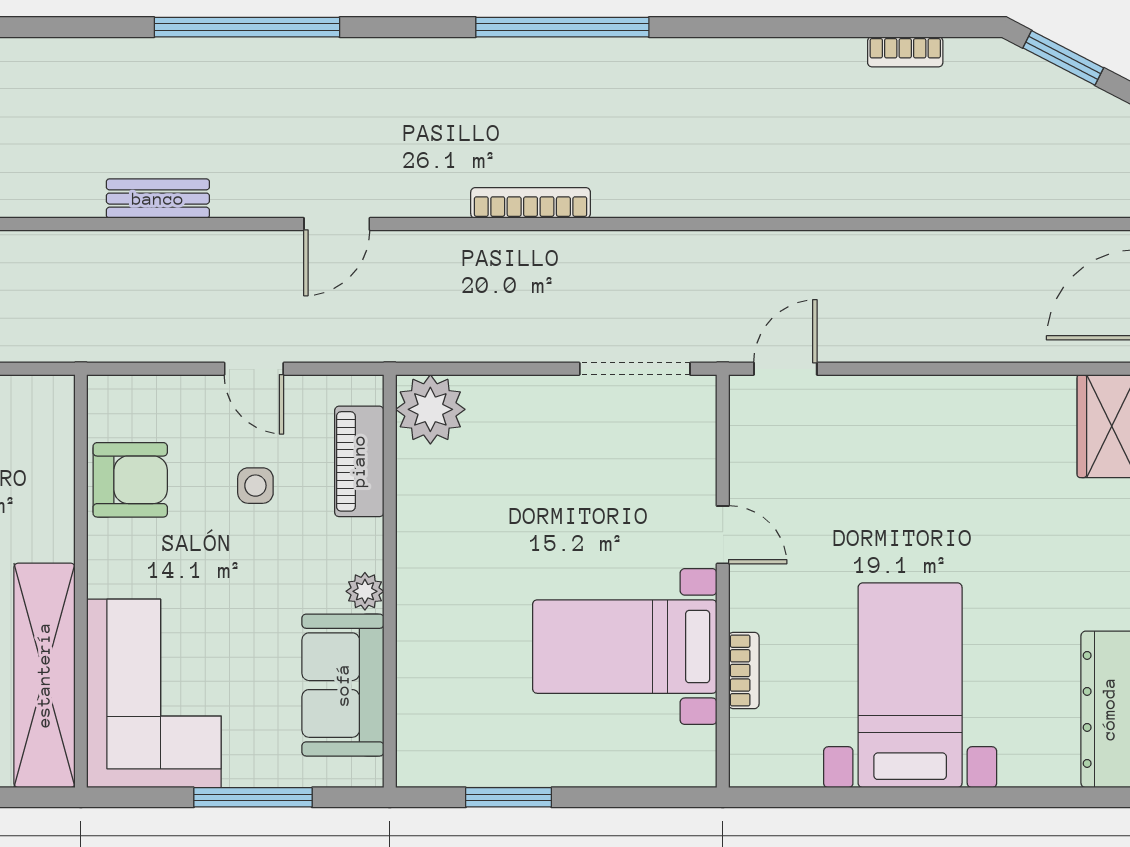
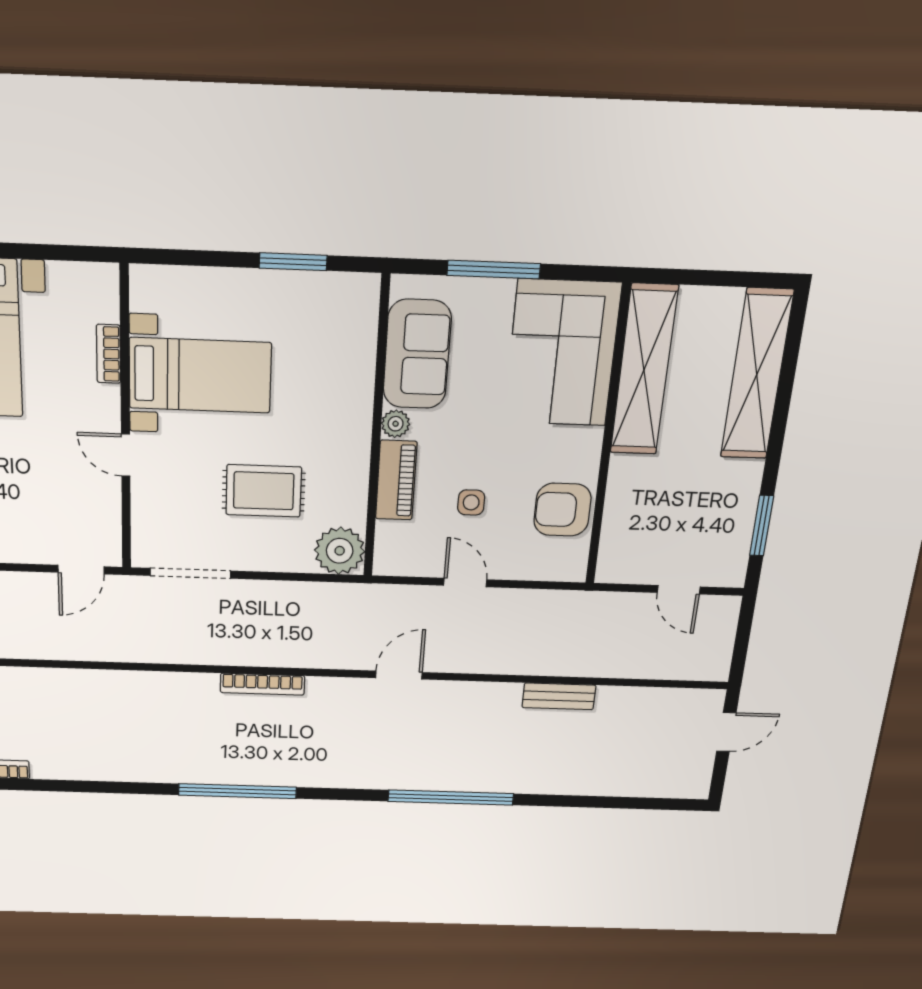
bench: (158, 199) -> (559, 696), moved
piano: (359, 461) -> (396, 480), moved
rug: (537, 492) -> (264, 491), added

